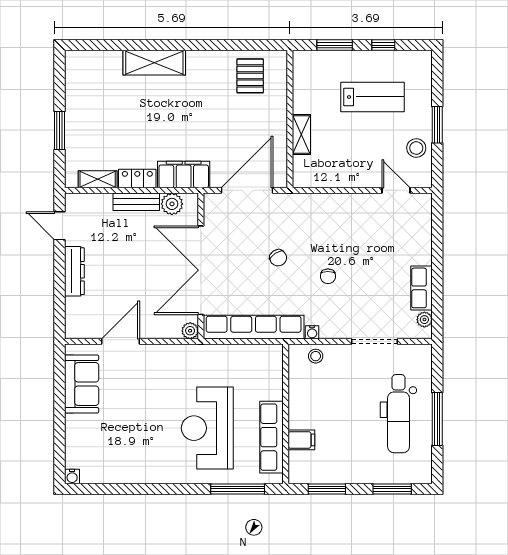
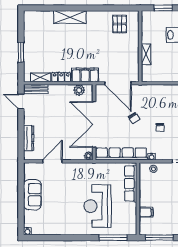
door: (247, 190) -> (118, 83), swing flipped
bench: (136, 202) -> (36, 89), moved
dresser: (74, 271) -> (29, 138), moved
sofa: (82, 384) -> (32, 195), moved
row of seats: (272, 437) -> (131, 184), moved
window: (327, 489) -> (159, 238), width x1.44

